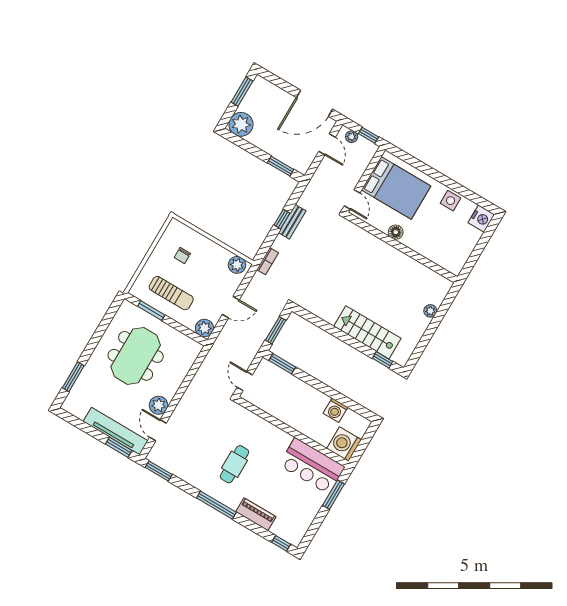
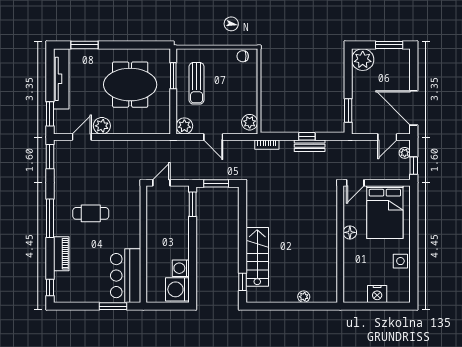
nightstand: (481, 219) -> (377, 294), moved
chair: (182, 255) -> (243, 56), moved
tv unit: (116, 431) -> (61, 79), moved
washing machine: (344, 444) -> (177, 289), moved, turned -90

